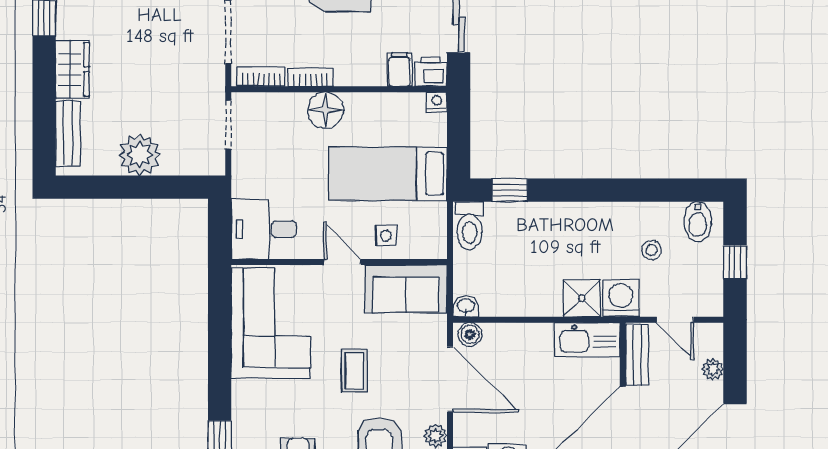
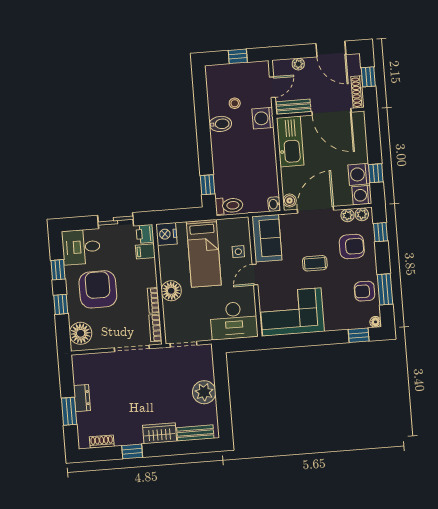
nightstand: (437, 102) -> (166, 234), width x1.89, depth x1.79
bidet: (698, 222) -> (220, 124), moved
desk: (264, 229) -> (234, 320), width x1.37
shower: (582, 298) -> (265, 140), removed
kitchen sink: (587, 340) -> (290, 141), width x1.36, depth x1.24

